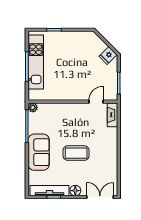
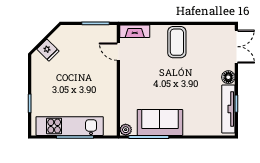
fridge: (108, 55) -> (48, 50), moved
sofa: (39, 152) -> (160, 122), moved
coffee table: (76, 153) -> (177, 42), moved
double door: (100, 197) -> (236, 47), swing flipped

